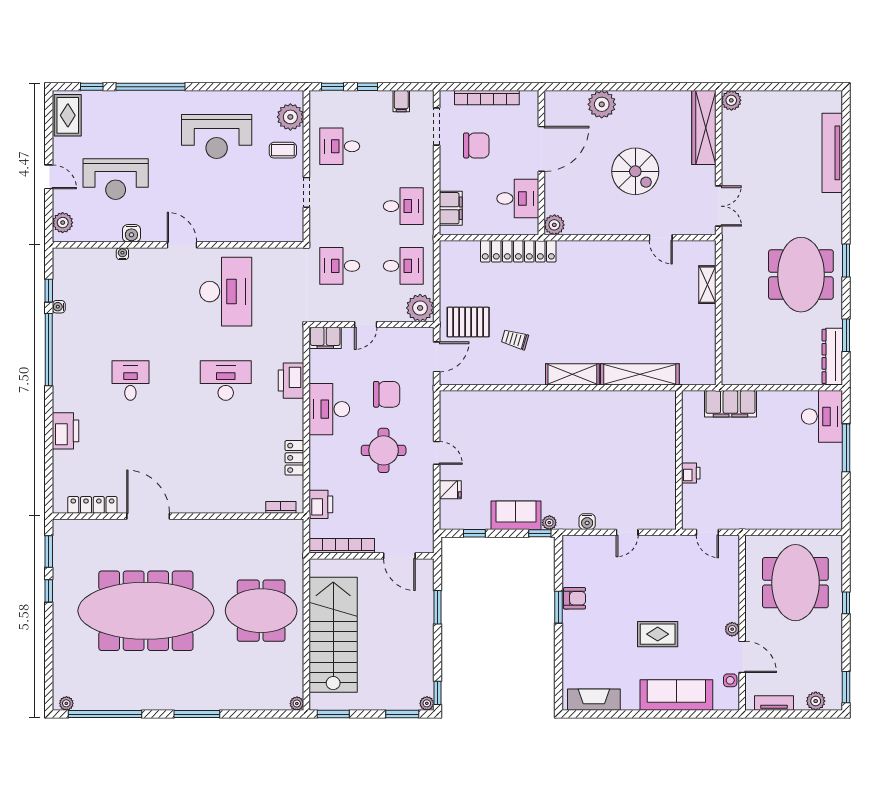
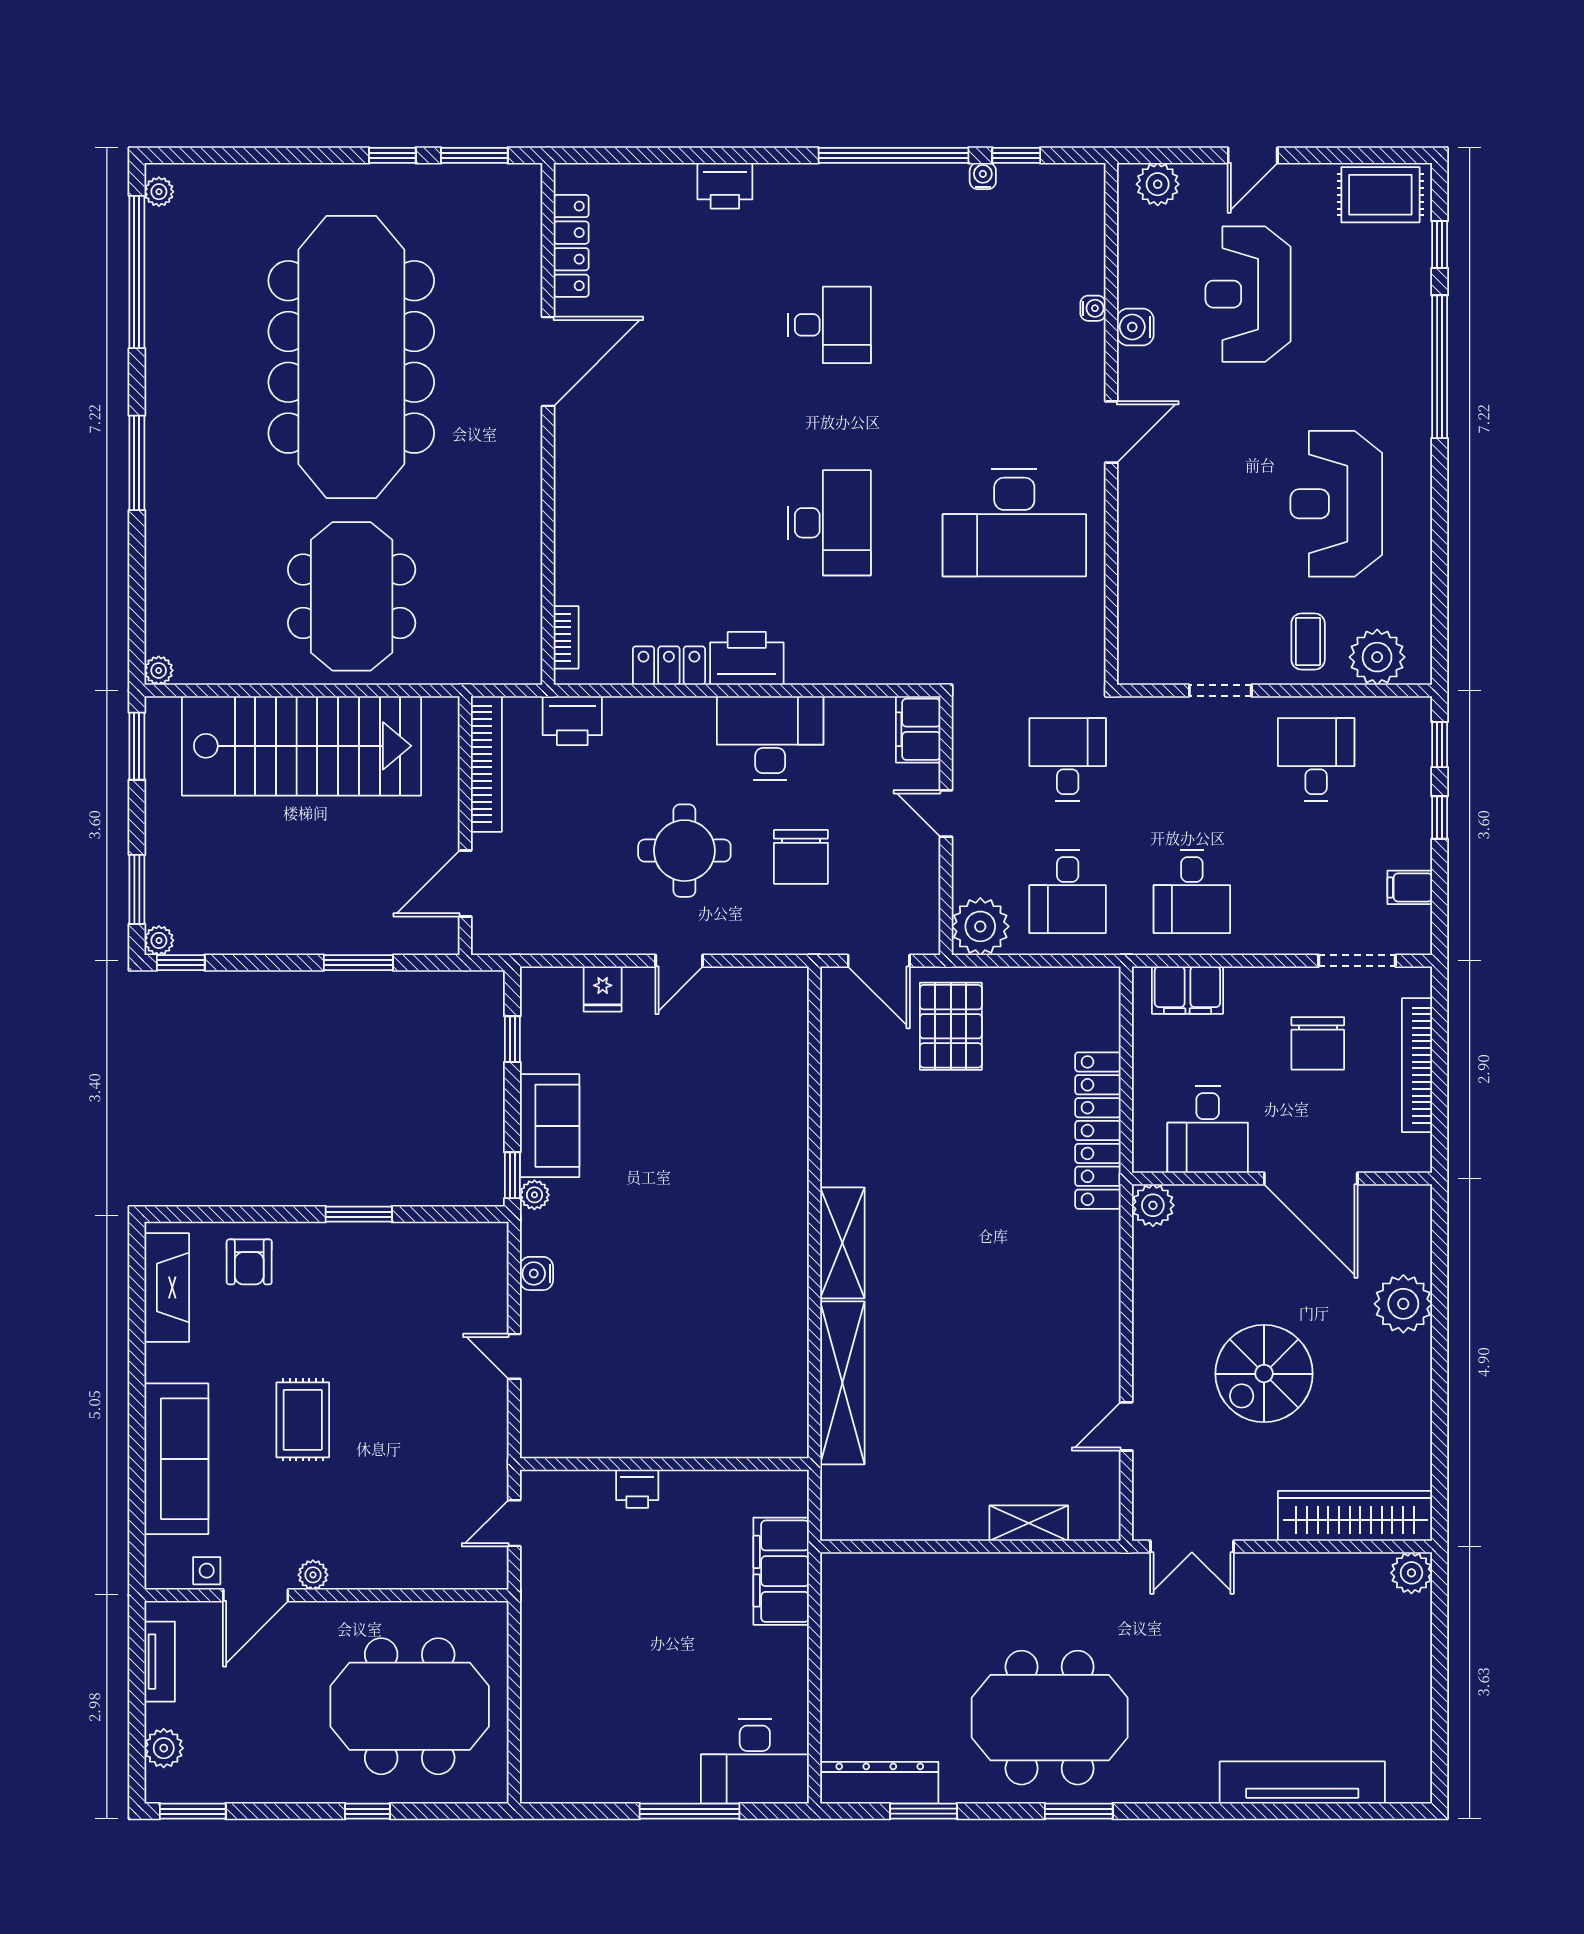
trolley: (515, 339) -> (915, 1124), removed
printer: (291, 381) -> (747, 658), moved
printer: (66, 431) -> (725, 186), width x0.73, depth x0.84
armchair: (575, 598) -> (249, 1262), moved

